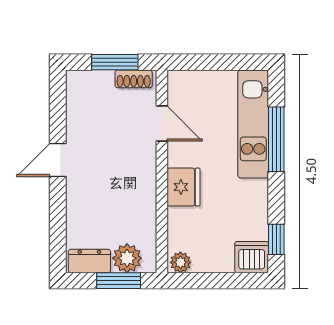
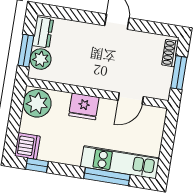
shoe rack: (134, 79) -> (170, 53), moved
plant: (180, 262) -> (37, 103), width x1.87, depth x1.87

